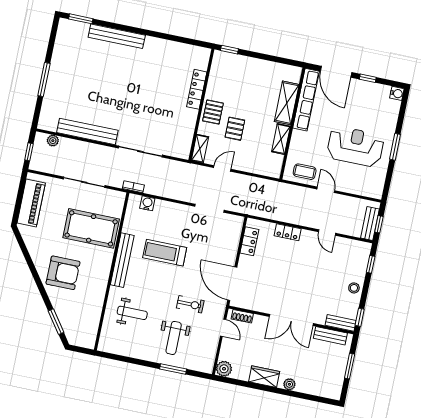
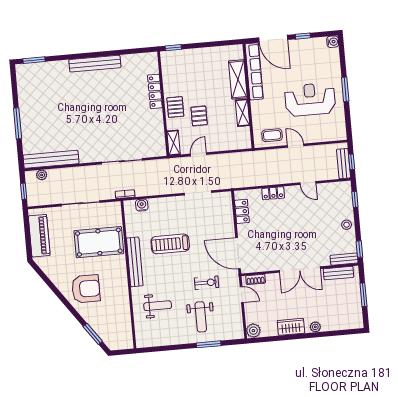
bench: (117, 36) -> (95, 64), moved
bench: (87, 131) -> (51, 159), moved

